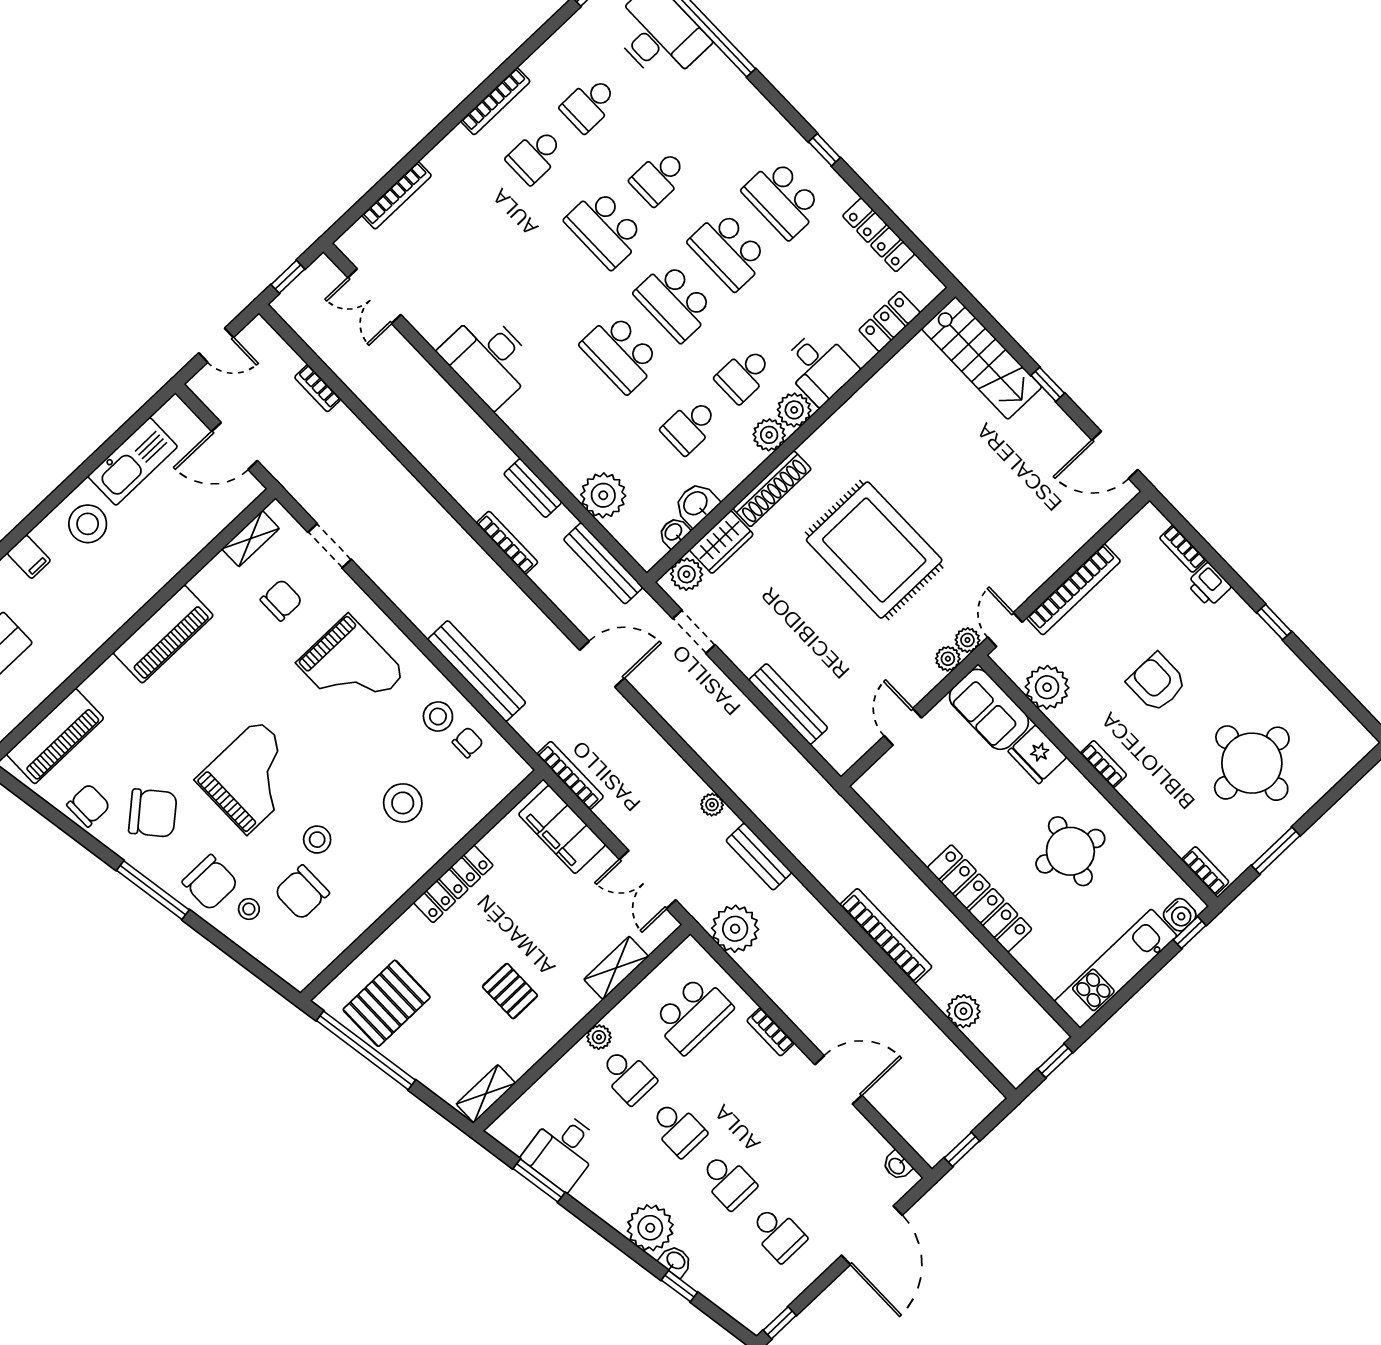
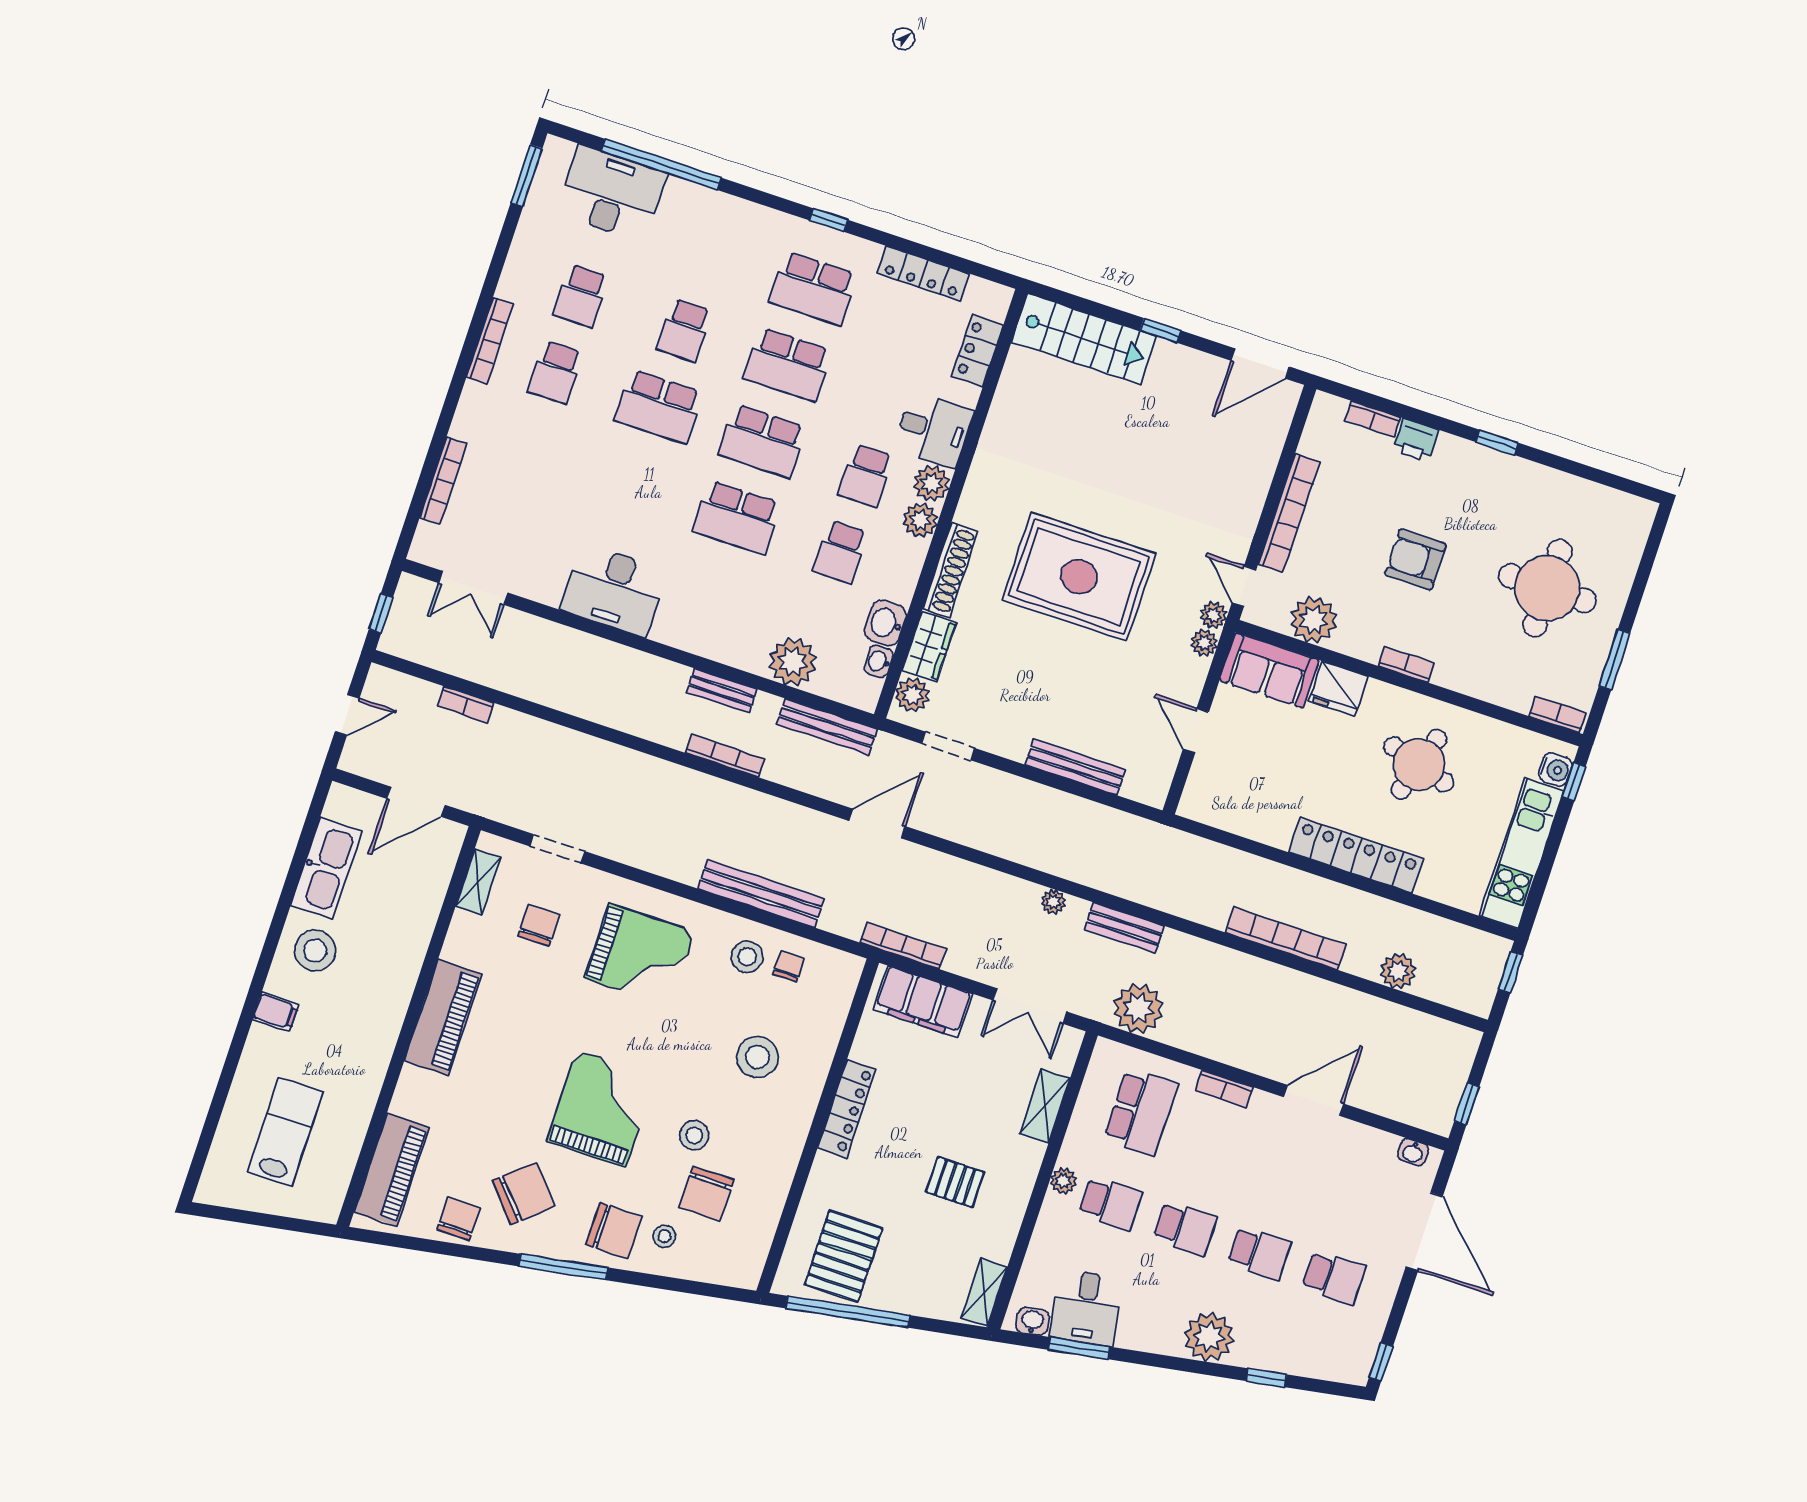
washbasin: (675, 1261) -> (1032, 1321), moved

